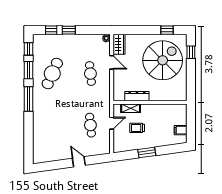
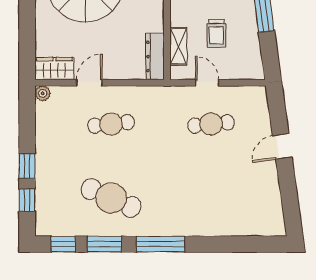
dresser: (137, 96) -> (155, 56), moved

